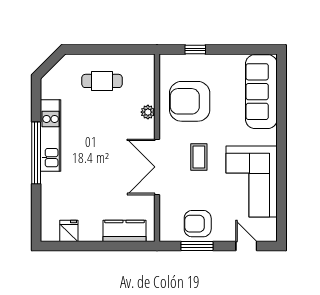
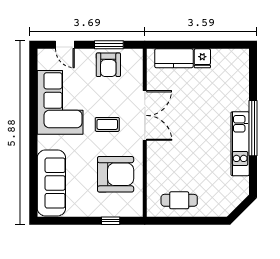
cafe table: (102, 81) -> (179, 200), moved
plant: (148, 112) -> (153, 165), removed
coffee table: (199, 157) -> (107, 124), turned 90
armchair: (198, 224) -> (108, 65), turned 90
fridge: (69, 231) -> (202, 58), moved

